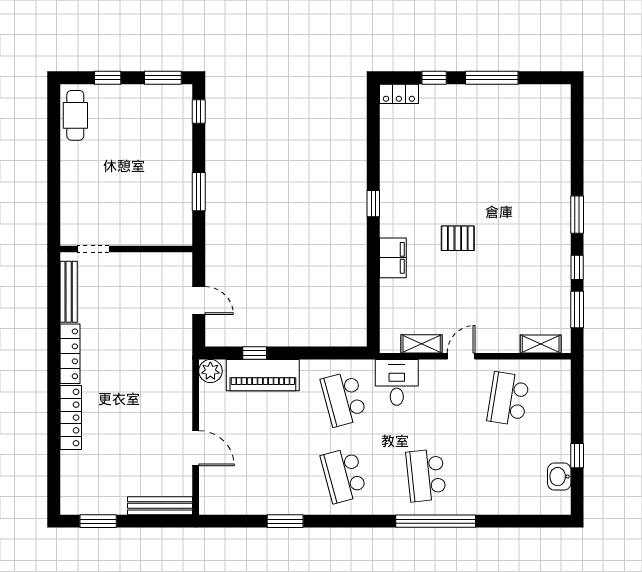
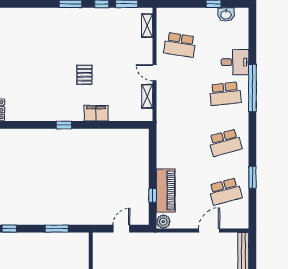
desk: (397, 382) -> (235, 62), moved, turned 180
school desk: (344, 399) -> (225, 191), moved

